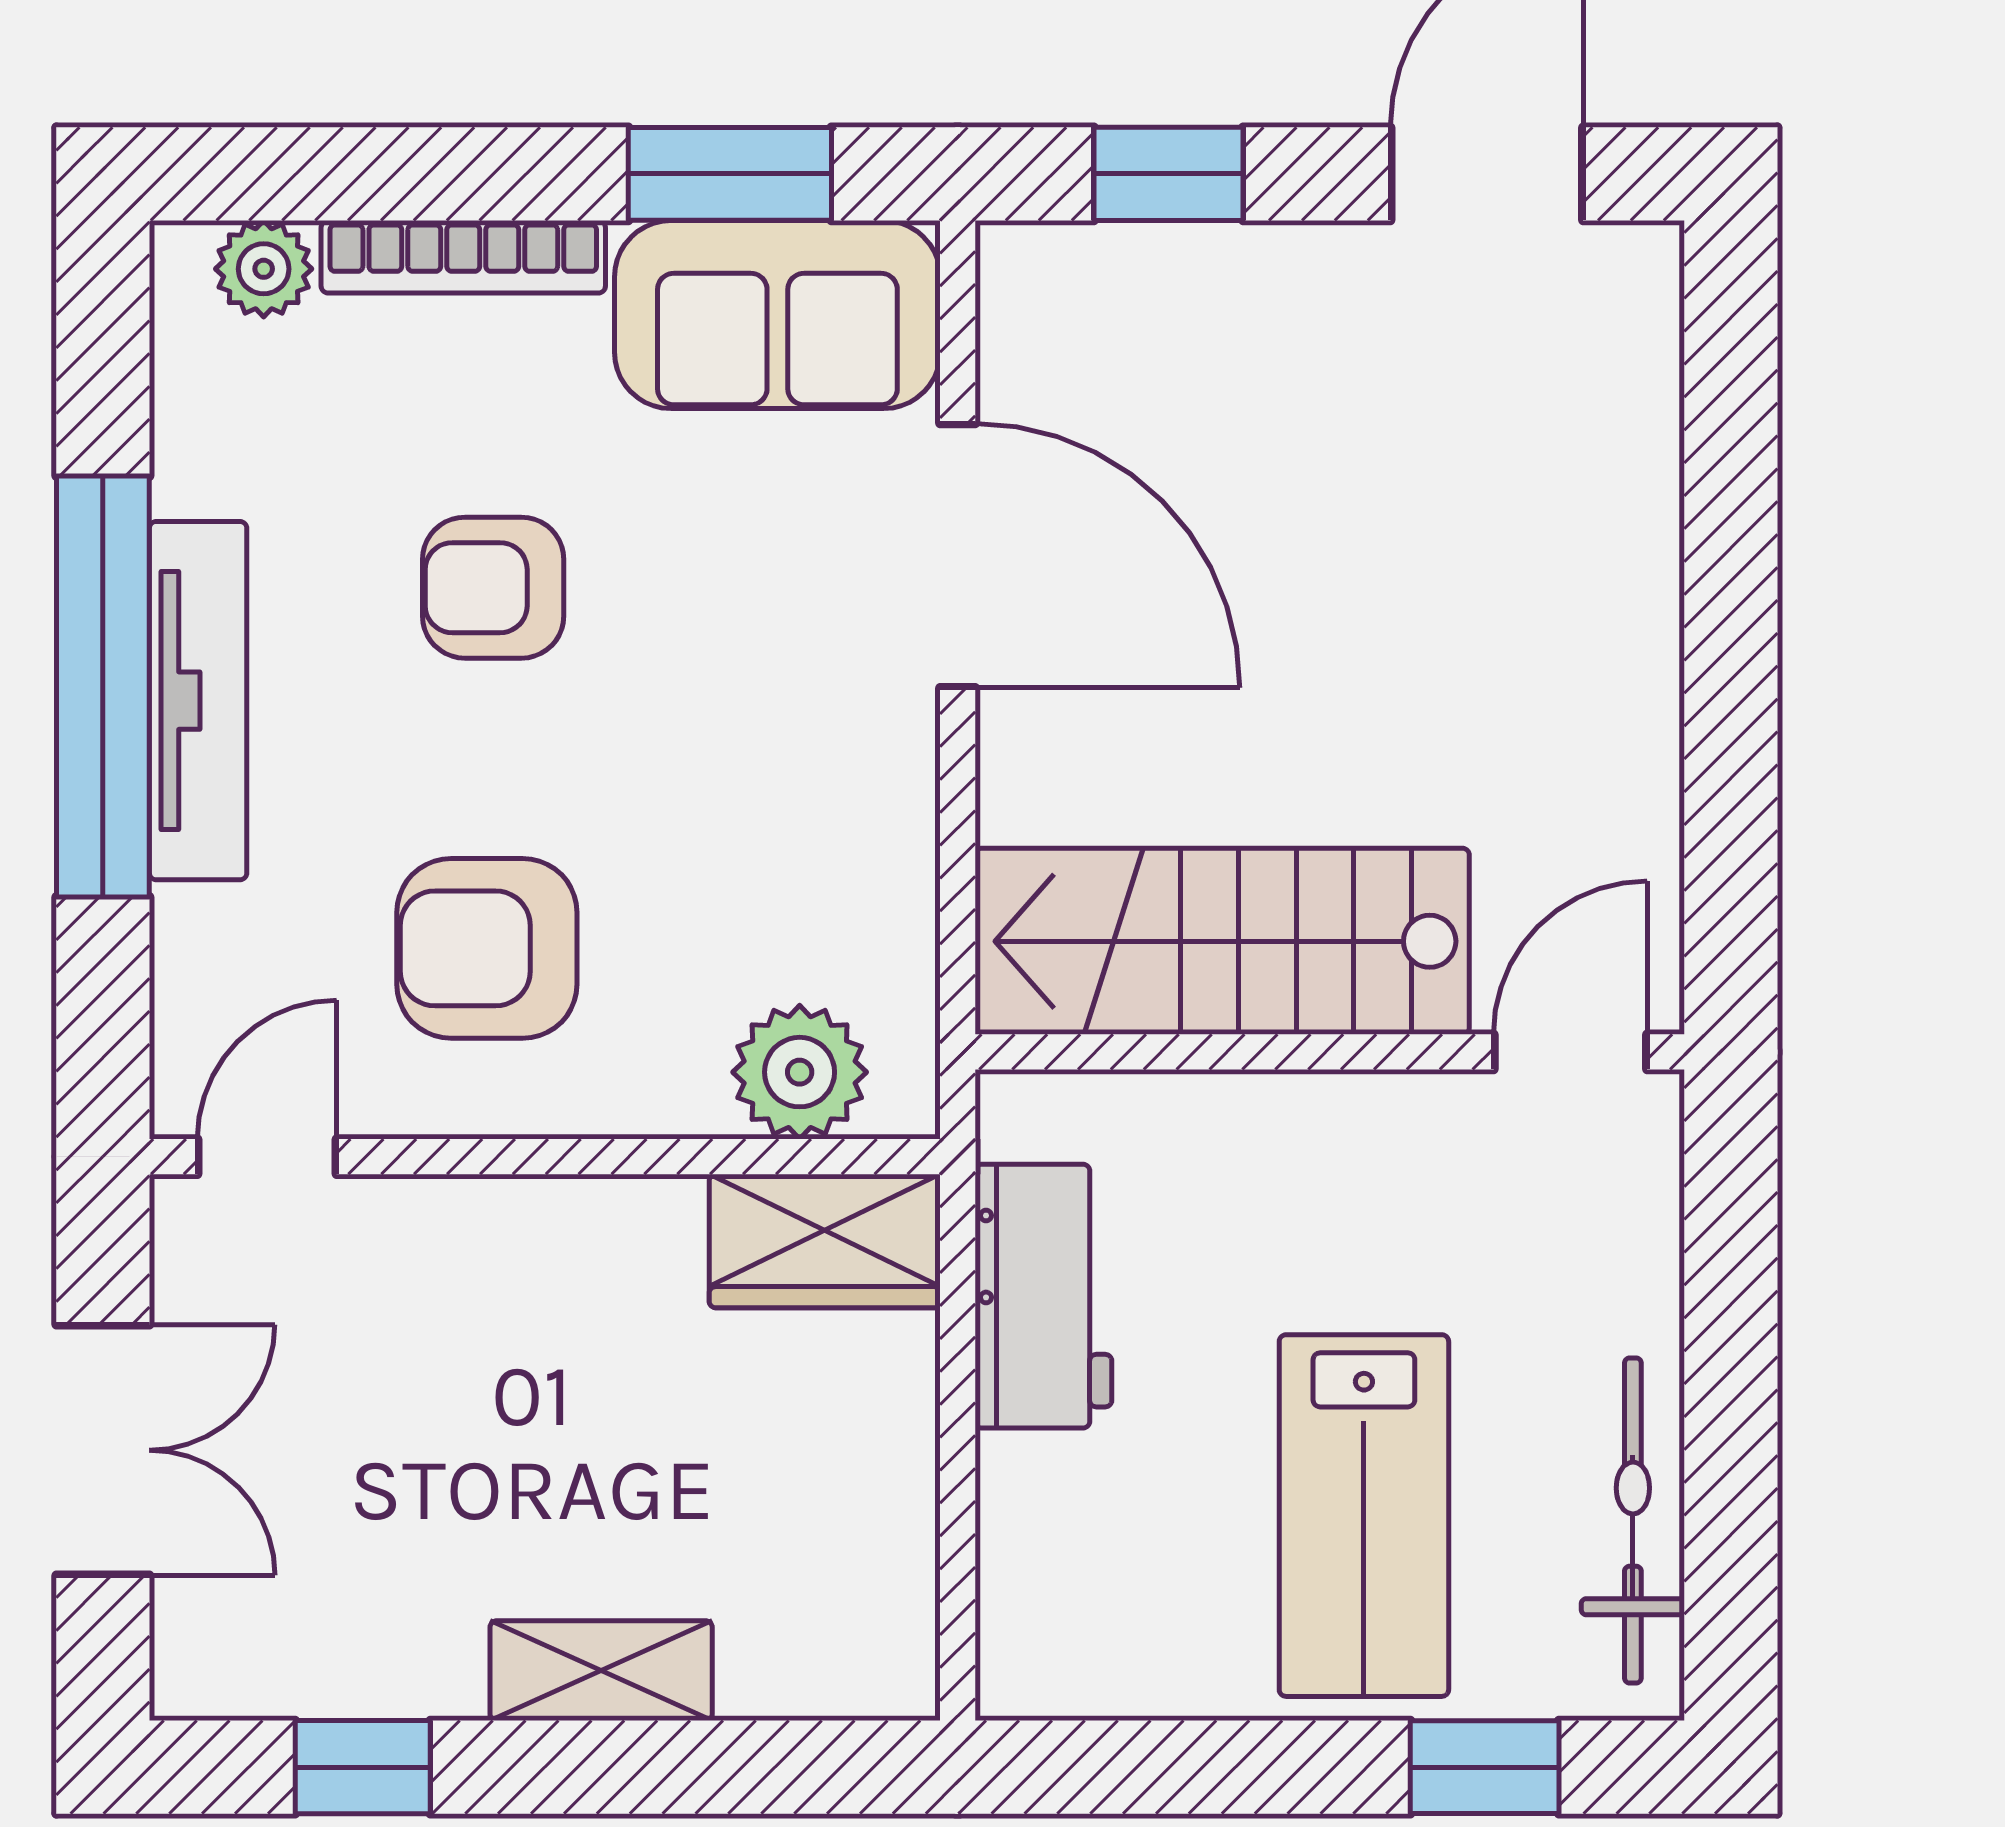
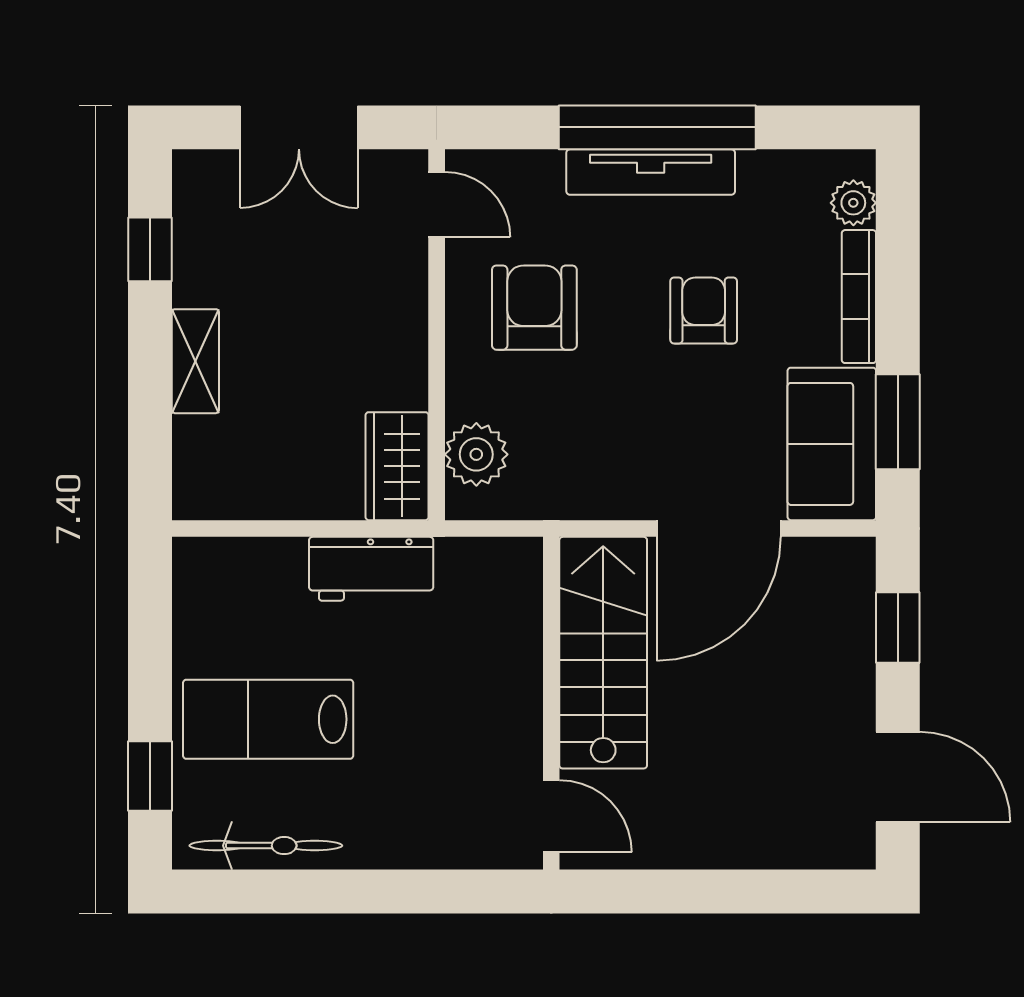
stairs: (1222, 941) -> (603, 653), moved
wall: (1330, 1052) -> (551, 703), moved
door: (1570, 1052) -> (551, 816), moved

